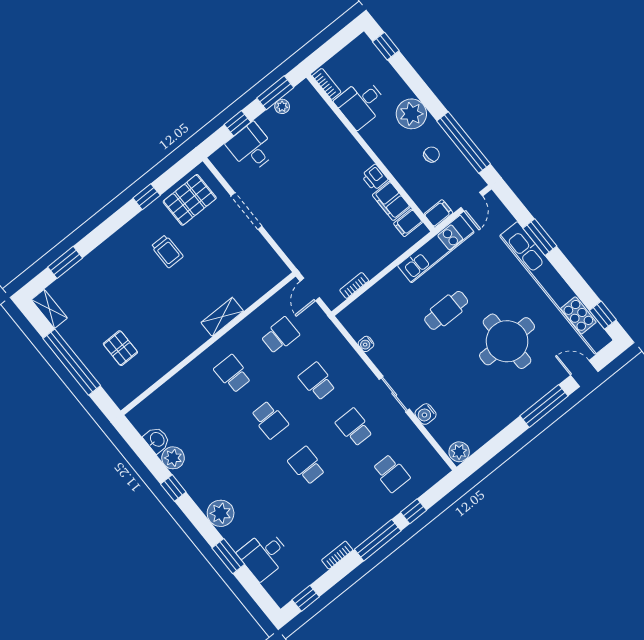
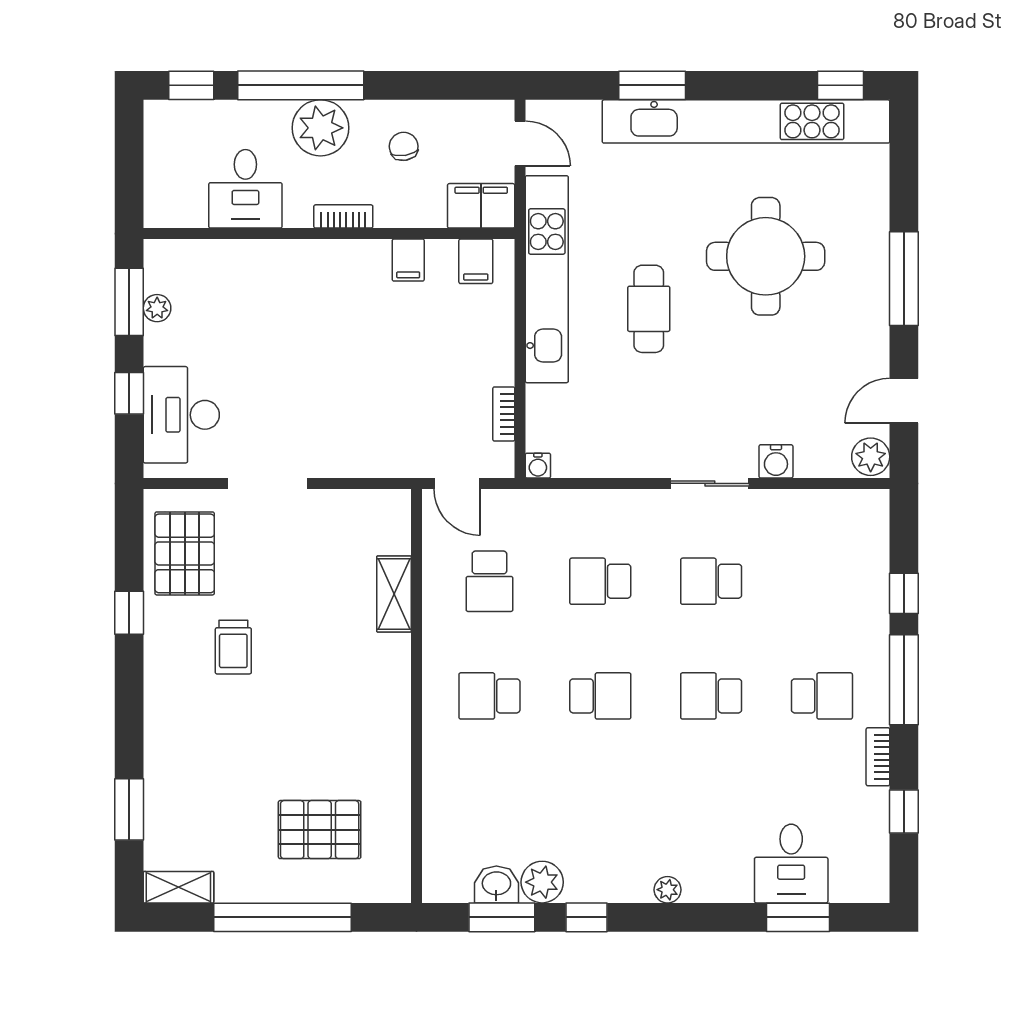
bookcase: (327, 84) -> (343, 216), moved
window: (464, 142) -> (301, 85), moved
desk: (251, 148) -> (181, 415), width x1.37
printer: (375, 177) -> (370, 257), removed
filing cabinet: (391, 201) -> (408, 260), width x0.50
filing cabinet: (438, 213) -> (481, 206), width x2.00
kitchen unit: (436, 249) -> (547, 279), width x1.36
trolley: (167, 251) -> (233, 647), turned 90
shelving: (222, 317) -> (394, 594), moved
school desk: (280, 335) -> (489, 581), turned 180
water cooler: (366, 344) -> (538, 466), moved
pallet: (120, 348) -> (320, 830), width x1.50, depth x1.42
door: (584, 373) -> (904, 401), moved
window: (145, 453) -> (502, 917), added
school desk: (391, 473) -> (822, 696), moved
plant: (221, 513) -> (668, 890), width x0.53, depth x0.53
window: (228, 556) -> (798, 917), moved
window: (306, 598) -> (904, 812), moved

